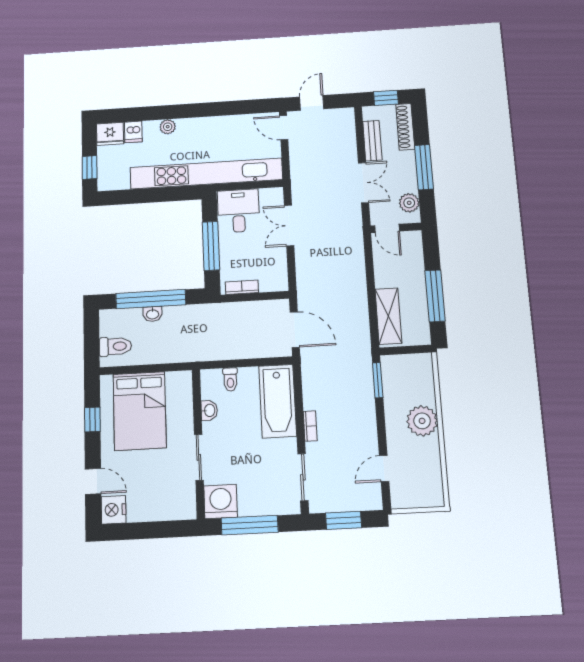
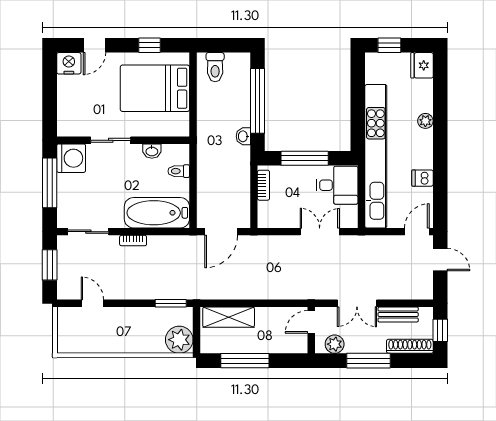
dishwasher: (133, 132) -> (422, 178), moved
washbasin: (153, 314) -> (243, 136), moved
plant: (422, 421) -> (179, 340), moved

